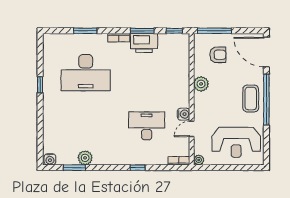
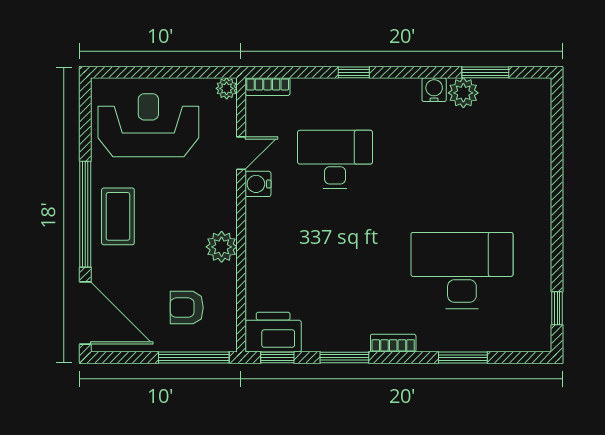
printer: (144, 43) -> (273, 332), moved
window: (40, 85) -> (557, 308), moved
desk: (147, 126) -> (335, 159), turned 180
water cooler: (50, 159) -> (434, 90), moved

